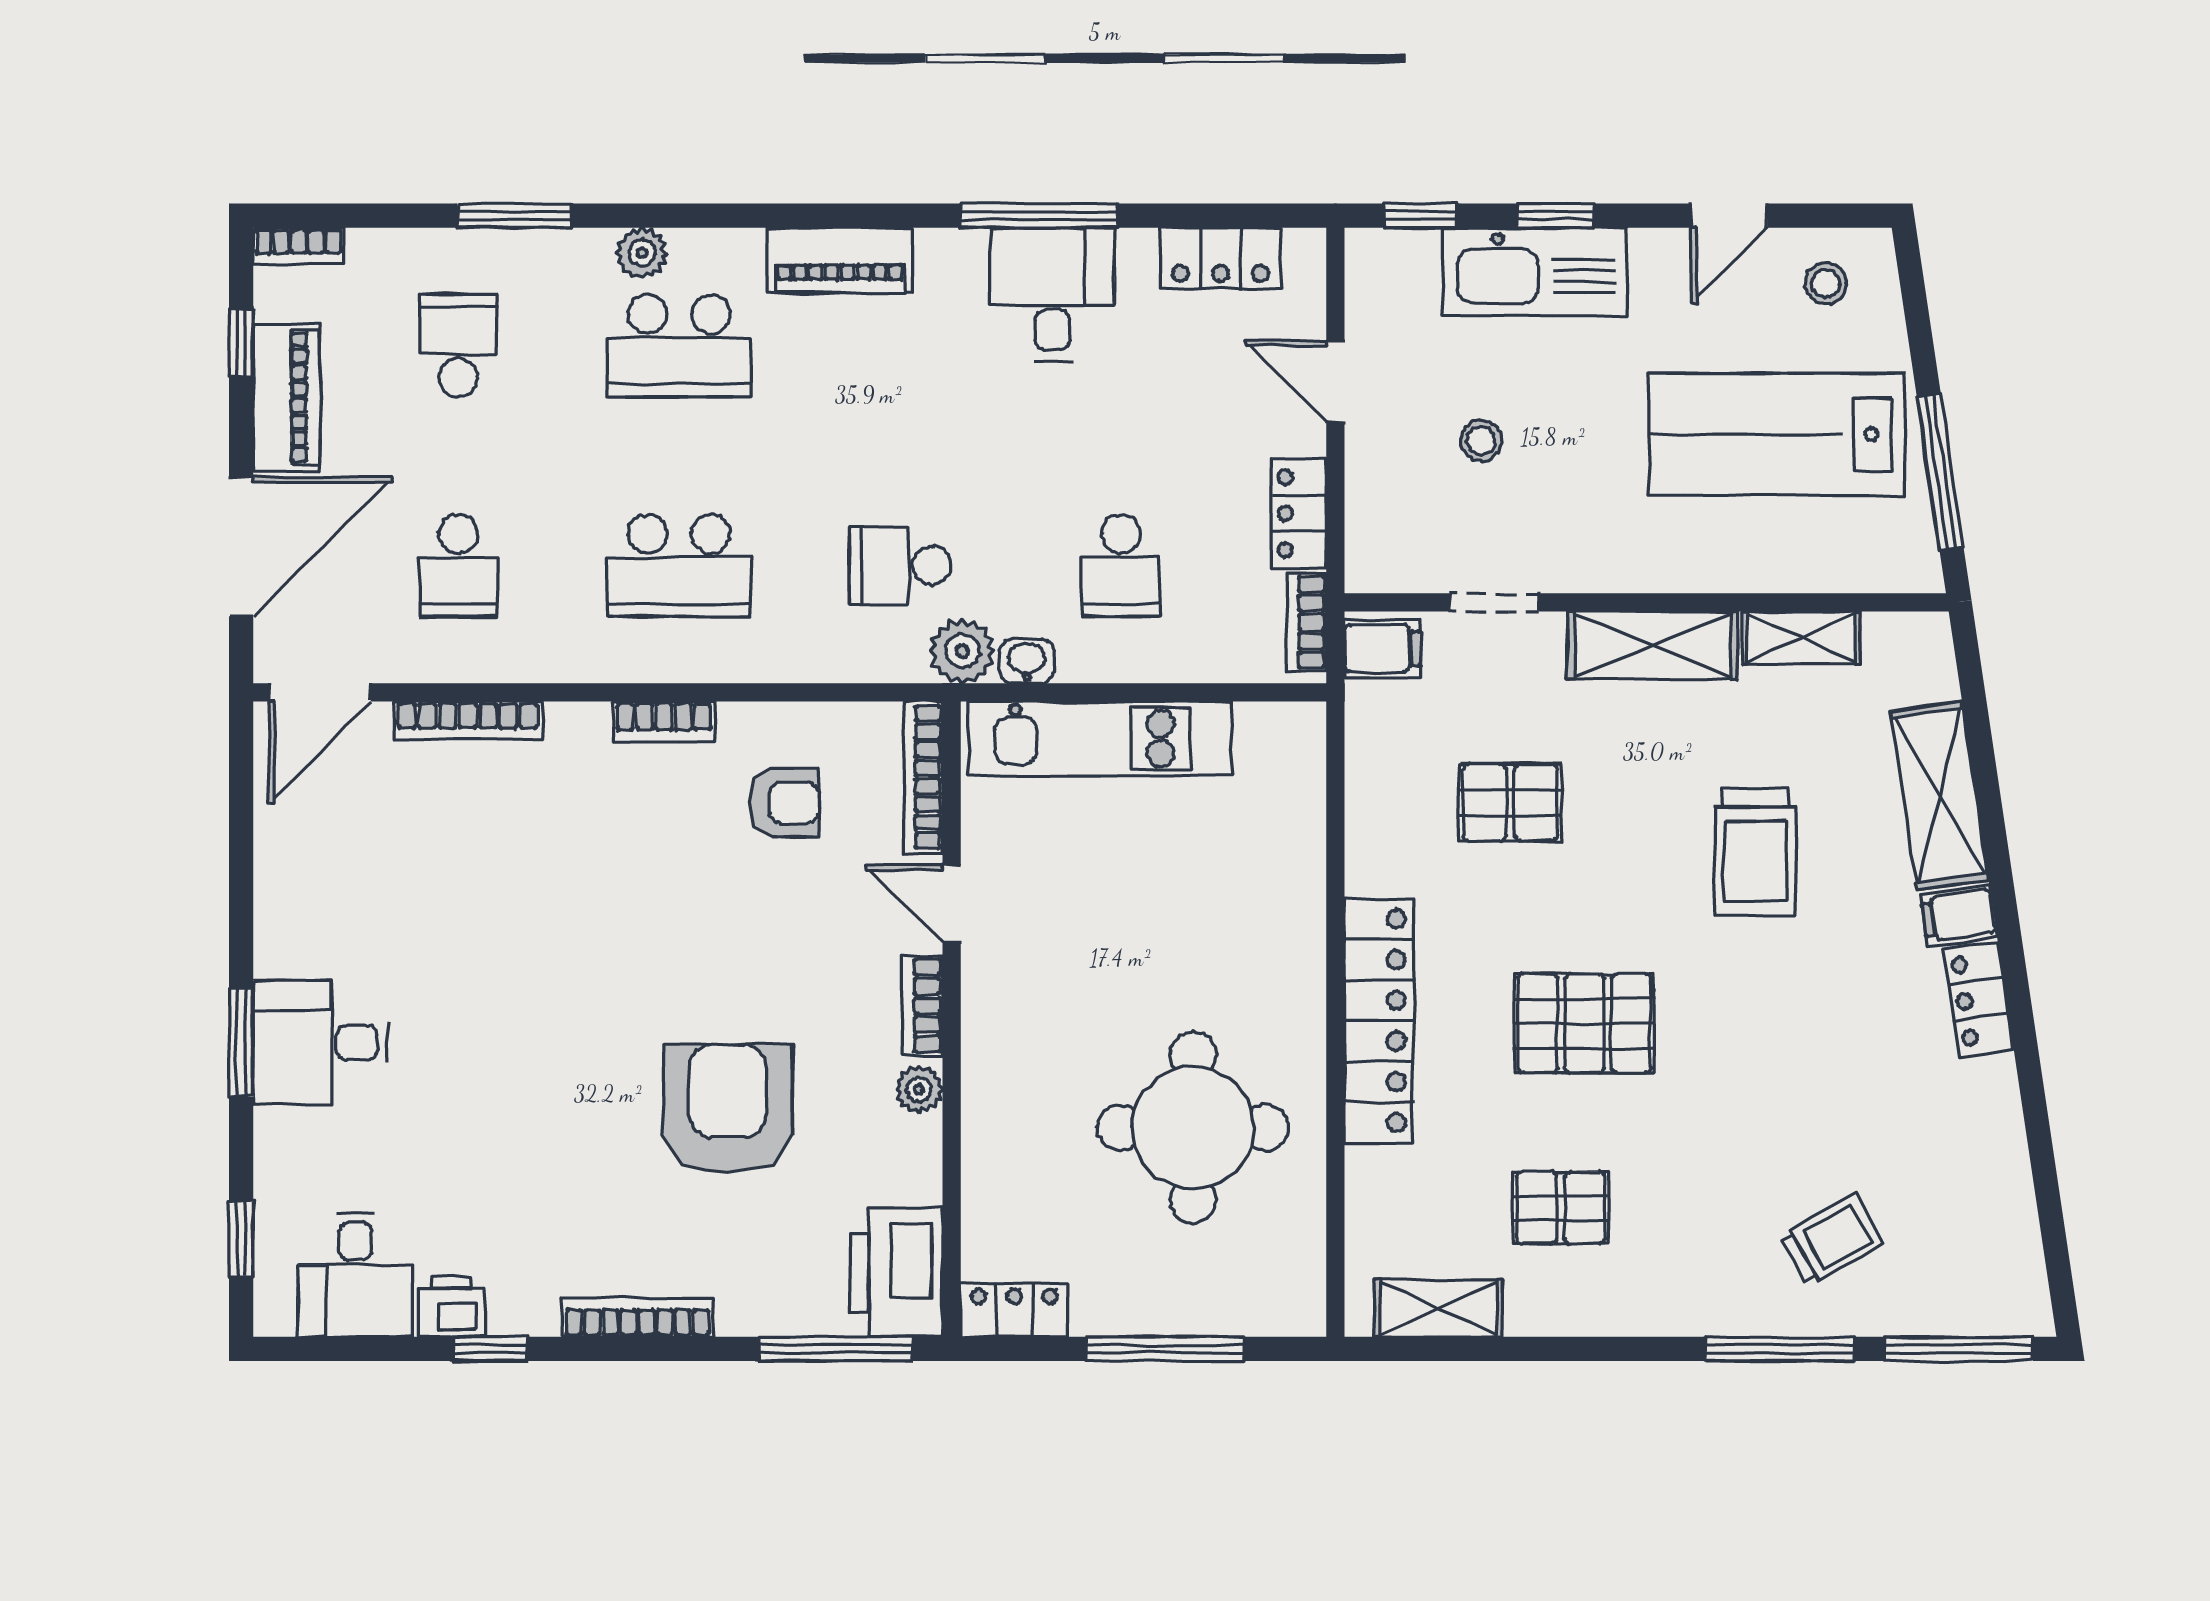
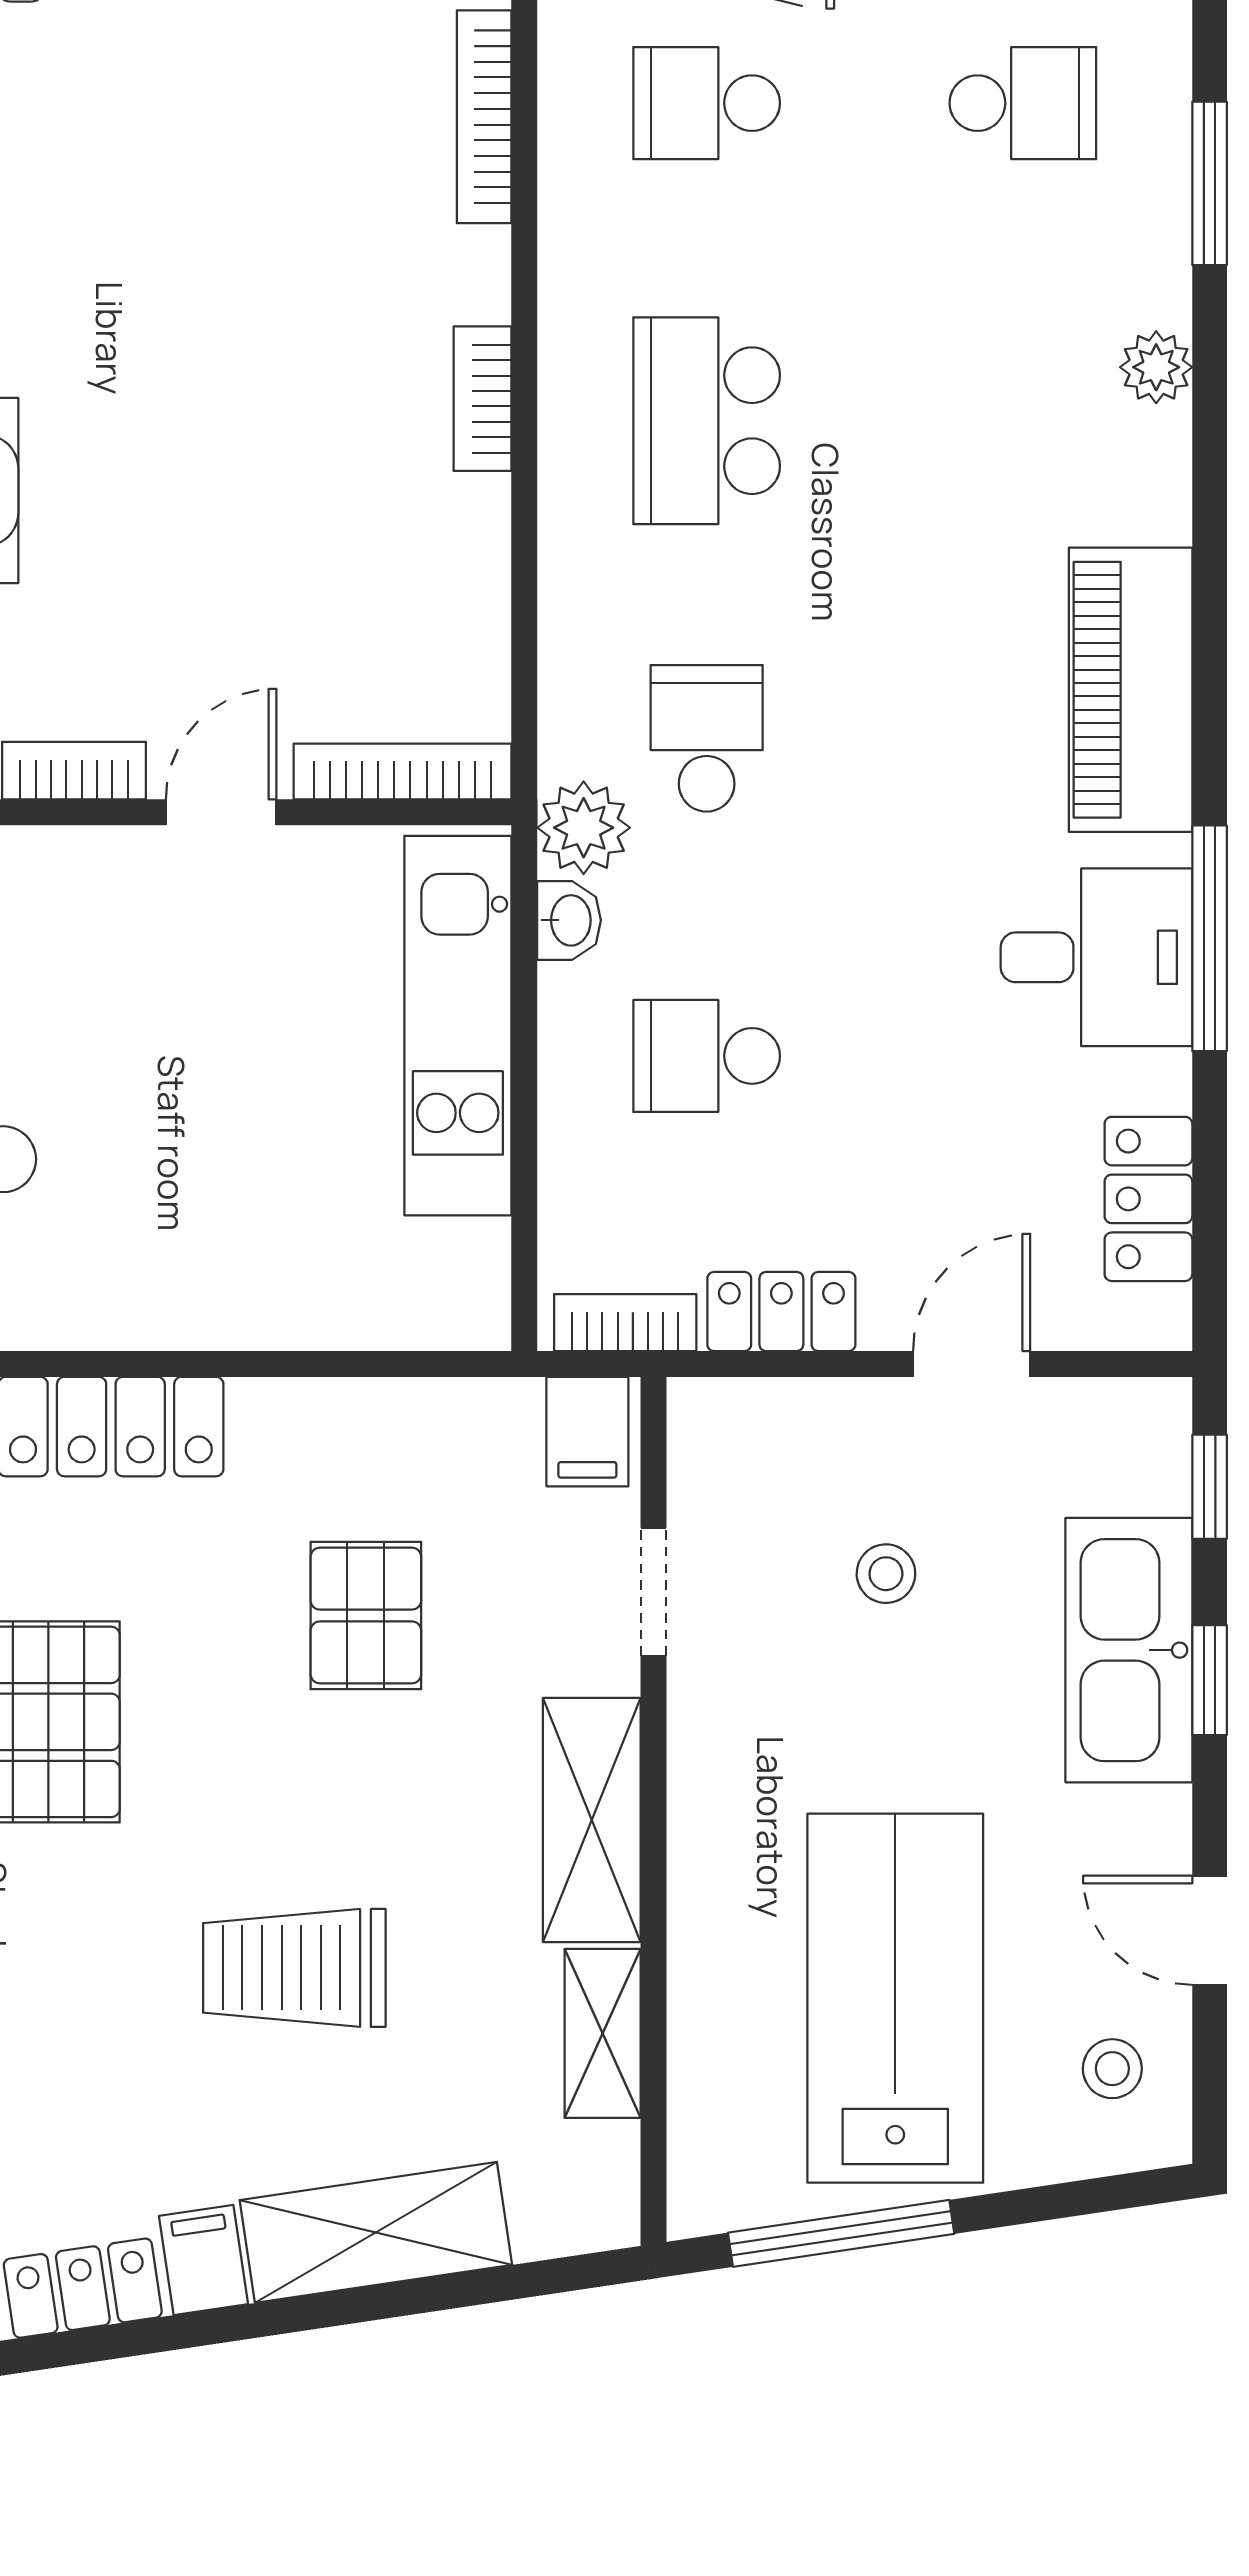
piano: (840, 260) -> (1131, 690), width x1.37, depth x1.33
school desk: (679, 346) -> (1023, 421), removed
armchair: (784, 803) -> (366, 572), removed

